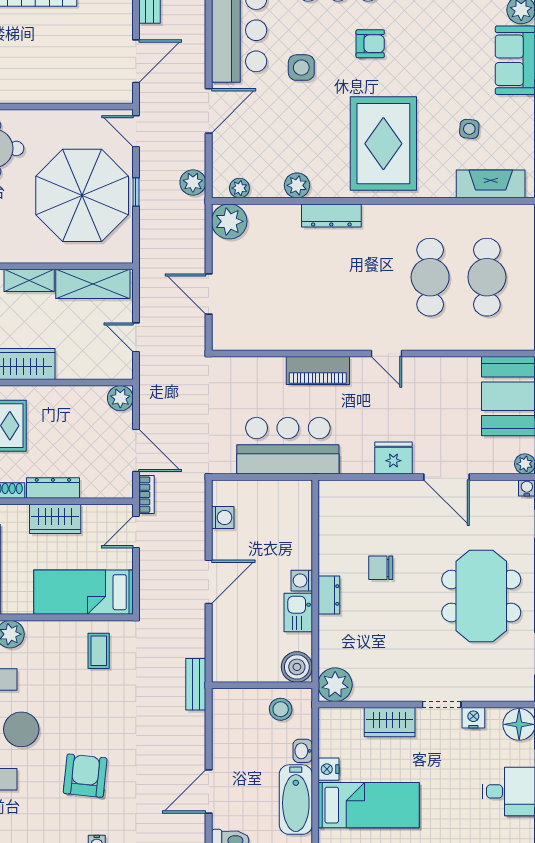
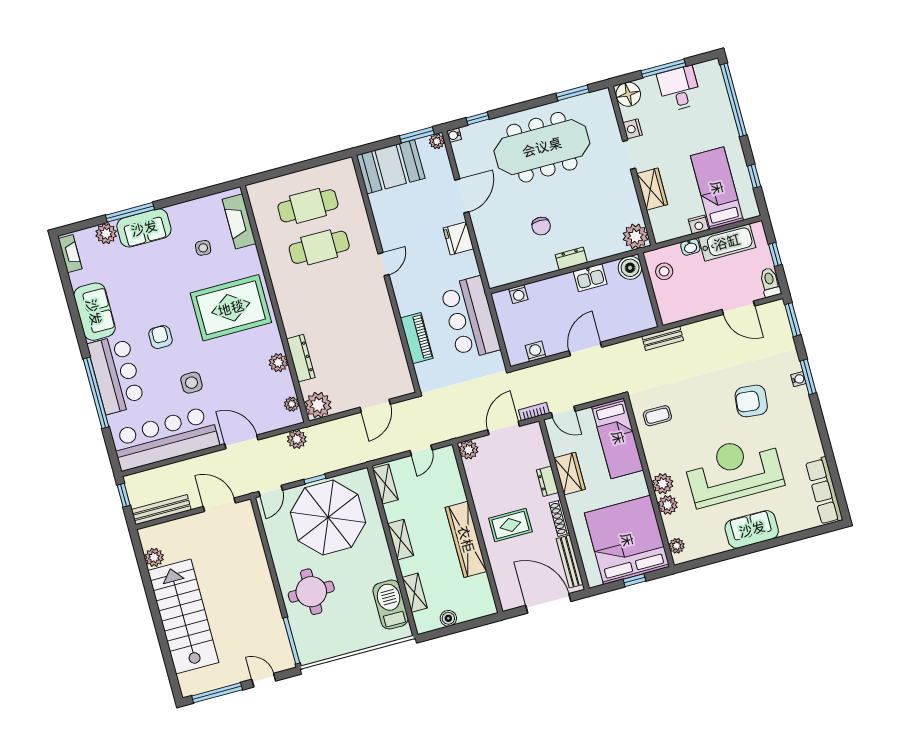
dresser: (331, 215) -> (301, 358), moved
shelving: (93, 284) -> (385, 484), width x0.67, depth x0.75
piano: (318, 370) -> (417, 338), moved
dresser: (53, 488) -> (547, 481), width x0.70
washing machine: (302, 581) -> (518, 294), moved
door: (209, 582) -> (585, 349), hinge flipped
meeting table: (481, 596) -> (542, 147), width x1.36

